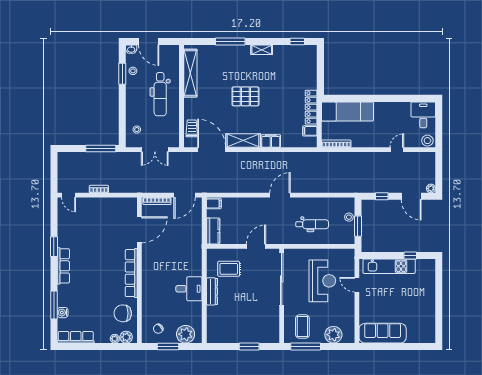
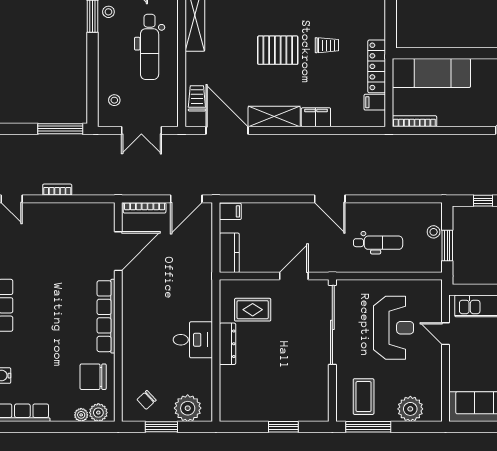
trolley: (278, 93) -> (327, 45), added
door: (280, 195) -> (330, 199), swing flipped

